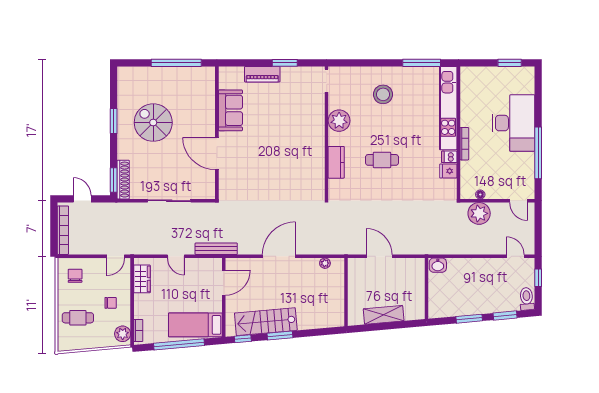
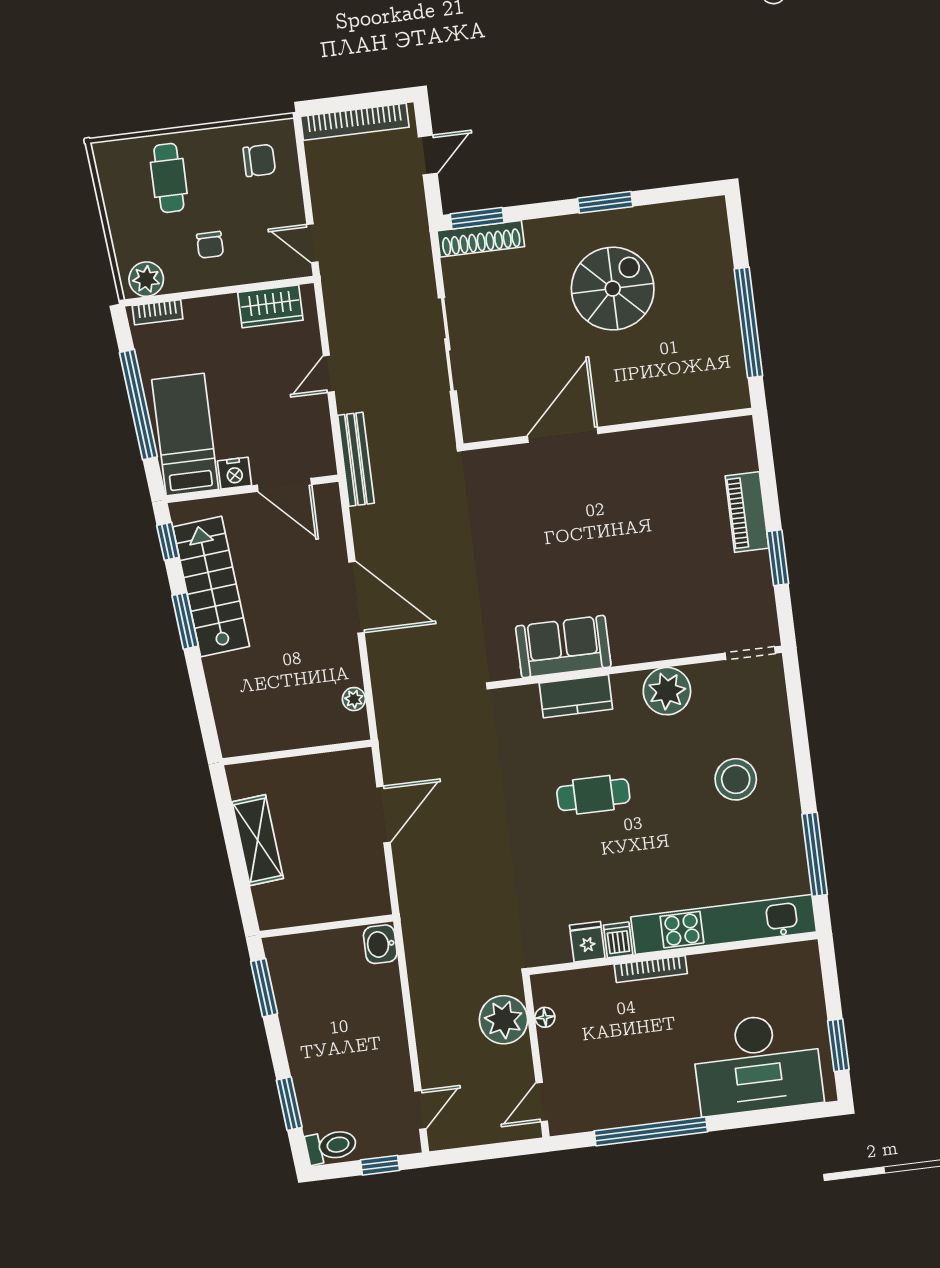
sofa: (230, 110) -> (563, 647), moved, turned 180
desk: (513, 123) -> (757, 1064), moved
cafe table: (382, 160) -> (593, 795), turned 90
nightstand: (216, 305) -> (234, 473), added
window: (469, 319) -> (264, 988), moved

